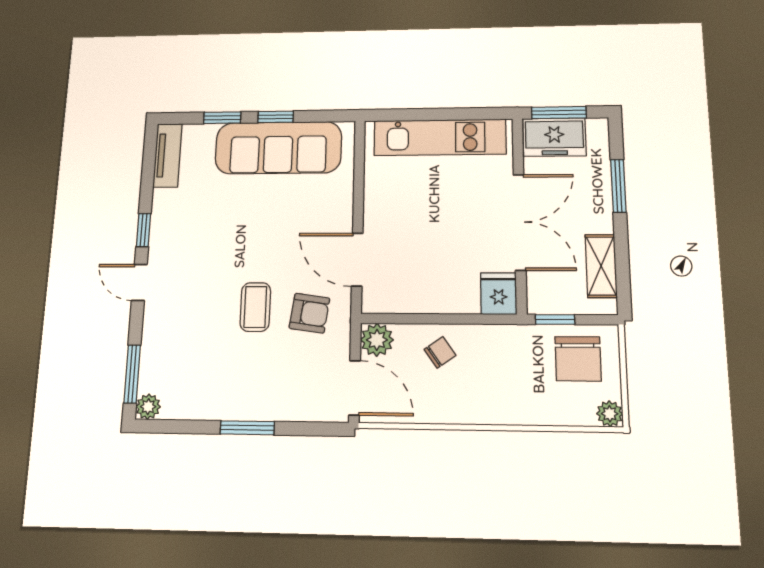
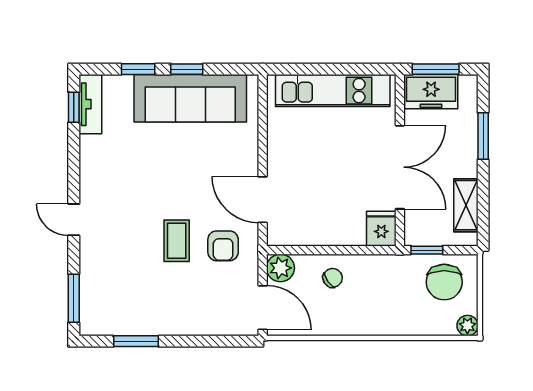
window: (144, 230) -> (74, 107), moved
armchair: (309, 313) -> (223, 246), turned 82
plant: (148, 407) -> (90, 325), removed
window: (247, 428) -> (136, 341), moved

